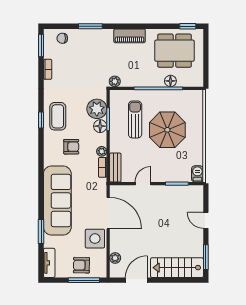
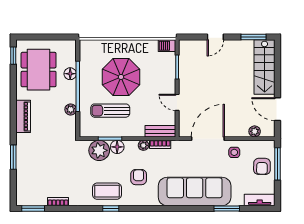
chair: (62, 38) -> (26, 186), removed
plant: (115, 81) -> (71, 109), moved
side table: (95, 239) -> (234, 152), width x0.54, depth x0.54

